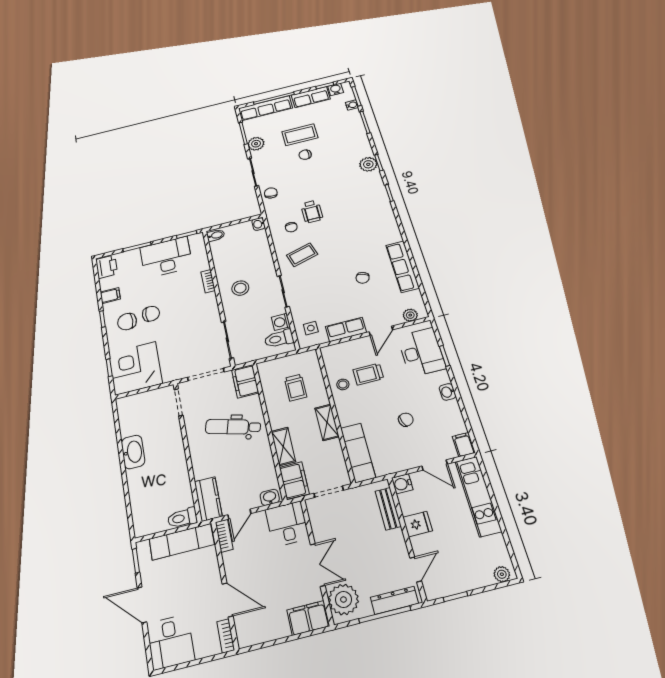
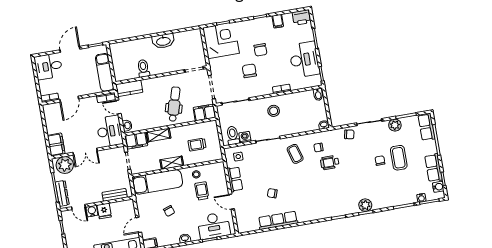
row of seats: (265, 108) -> (427, 127), width x0.68
plant: (410, 315) -> (241, 222), removed
chair: (127, 322) -> (249, 71), moved
exam couch: (358, 453) -> (157, 182), width x1.36, depth x1.45
water cooler: (402, 484) -> (92, 211), moved
toilet: (182, 518) -> (143, 68), moved
desk: (287, 524) -> (110, 131), width x1.37

